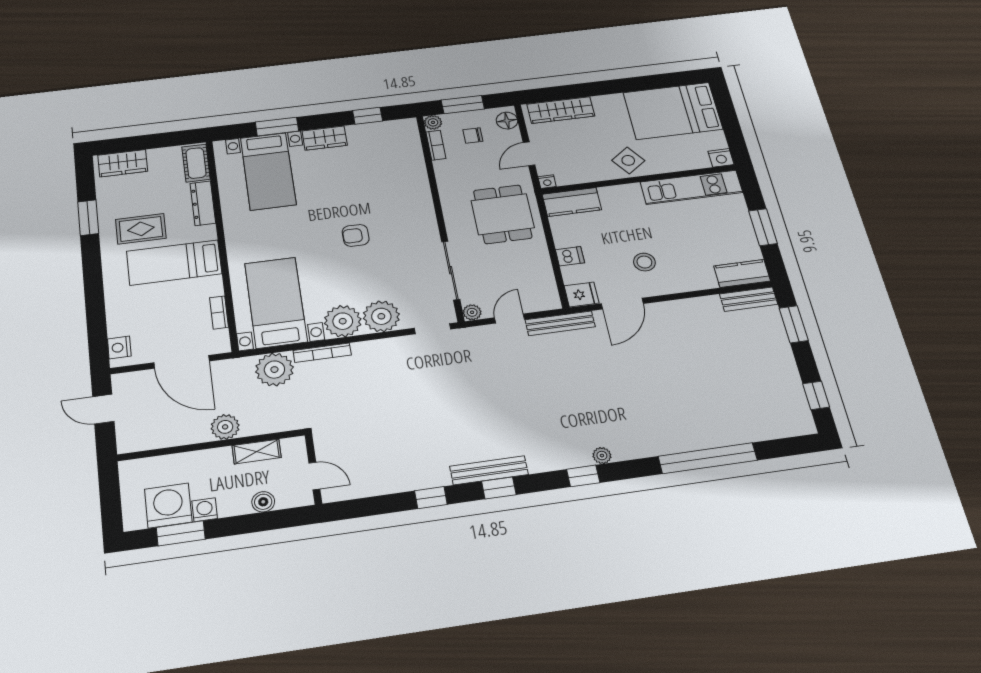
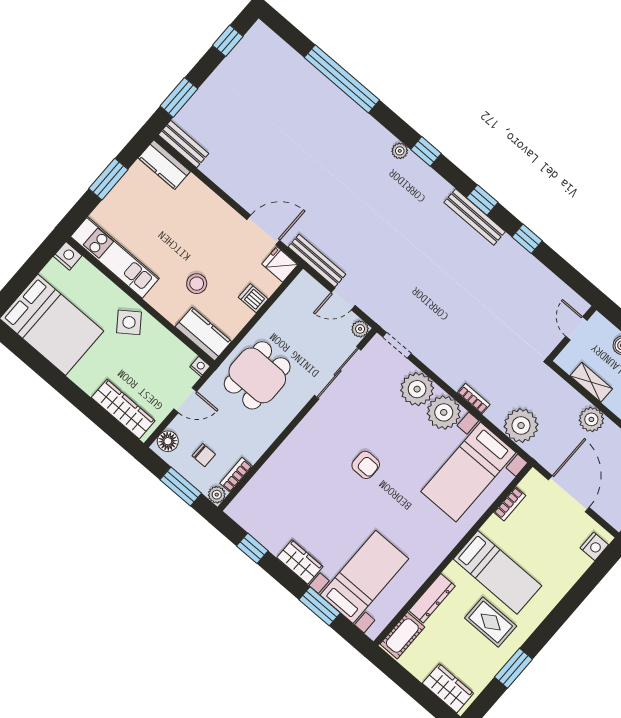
stool: (644, 262) -> (197, 284), moved
bookcase: (322, 353) -> (474, 399), width x0.64

